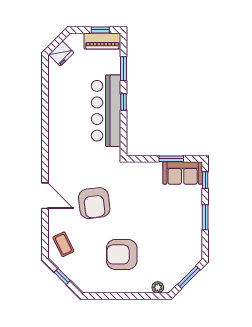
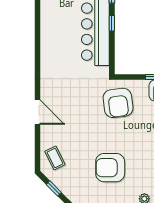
armchair: (94, 203) -> (118, 103), moved

